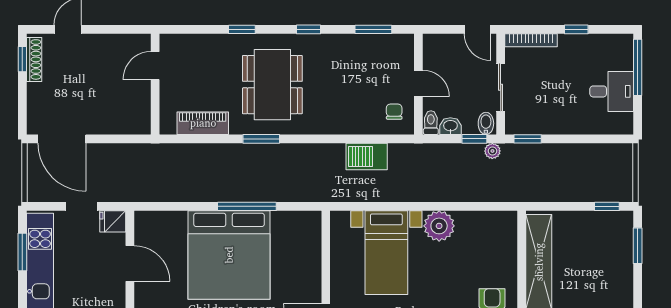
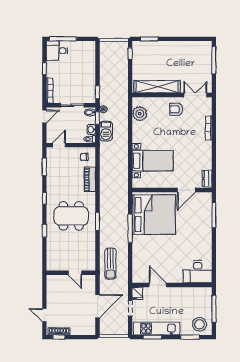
door: (155, 66) -> (75, 273), moved
door: (418, 83) -> (59, 145), moved
desk: (612, 91) -> (57, 51), moved, turned -90
piano: (203, 123) -> (90, 179), moved
door: (62, 139) -> (98, 306), moved
barbecue: (367, 156) -> (106, 131), moved
sun lounger: (174, 166) -> (111, 264), added
plant: (439, 226) -> (140, 114), moved
bed: (229, 255) -> (154, 215), moved
door: (130, 263) -> (158, 285), hinge flipped

